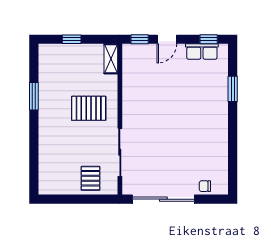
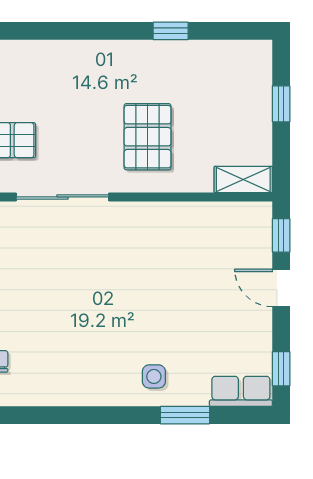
row of seats: (202, 52) -> (241, 391), moved, turned 90
window: (34, 96) -> (171, 31), width x0.67
side table: (213, 105) -> (154, 376), added

